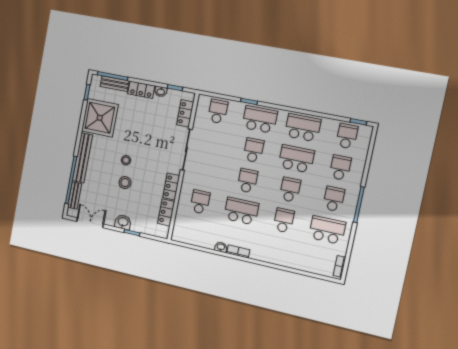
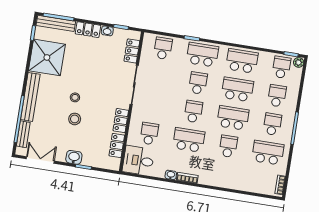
bench: (115, 84) -> (56, 23), width x1.36
plant: (367, 131) -> (299, 62), added
school desk: (290, 190) -> (233, 118), width x1.85
desk: (188, 230) -> (138, 161), added

